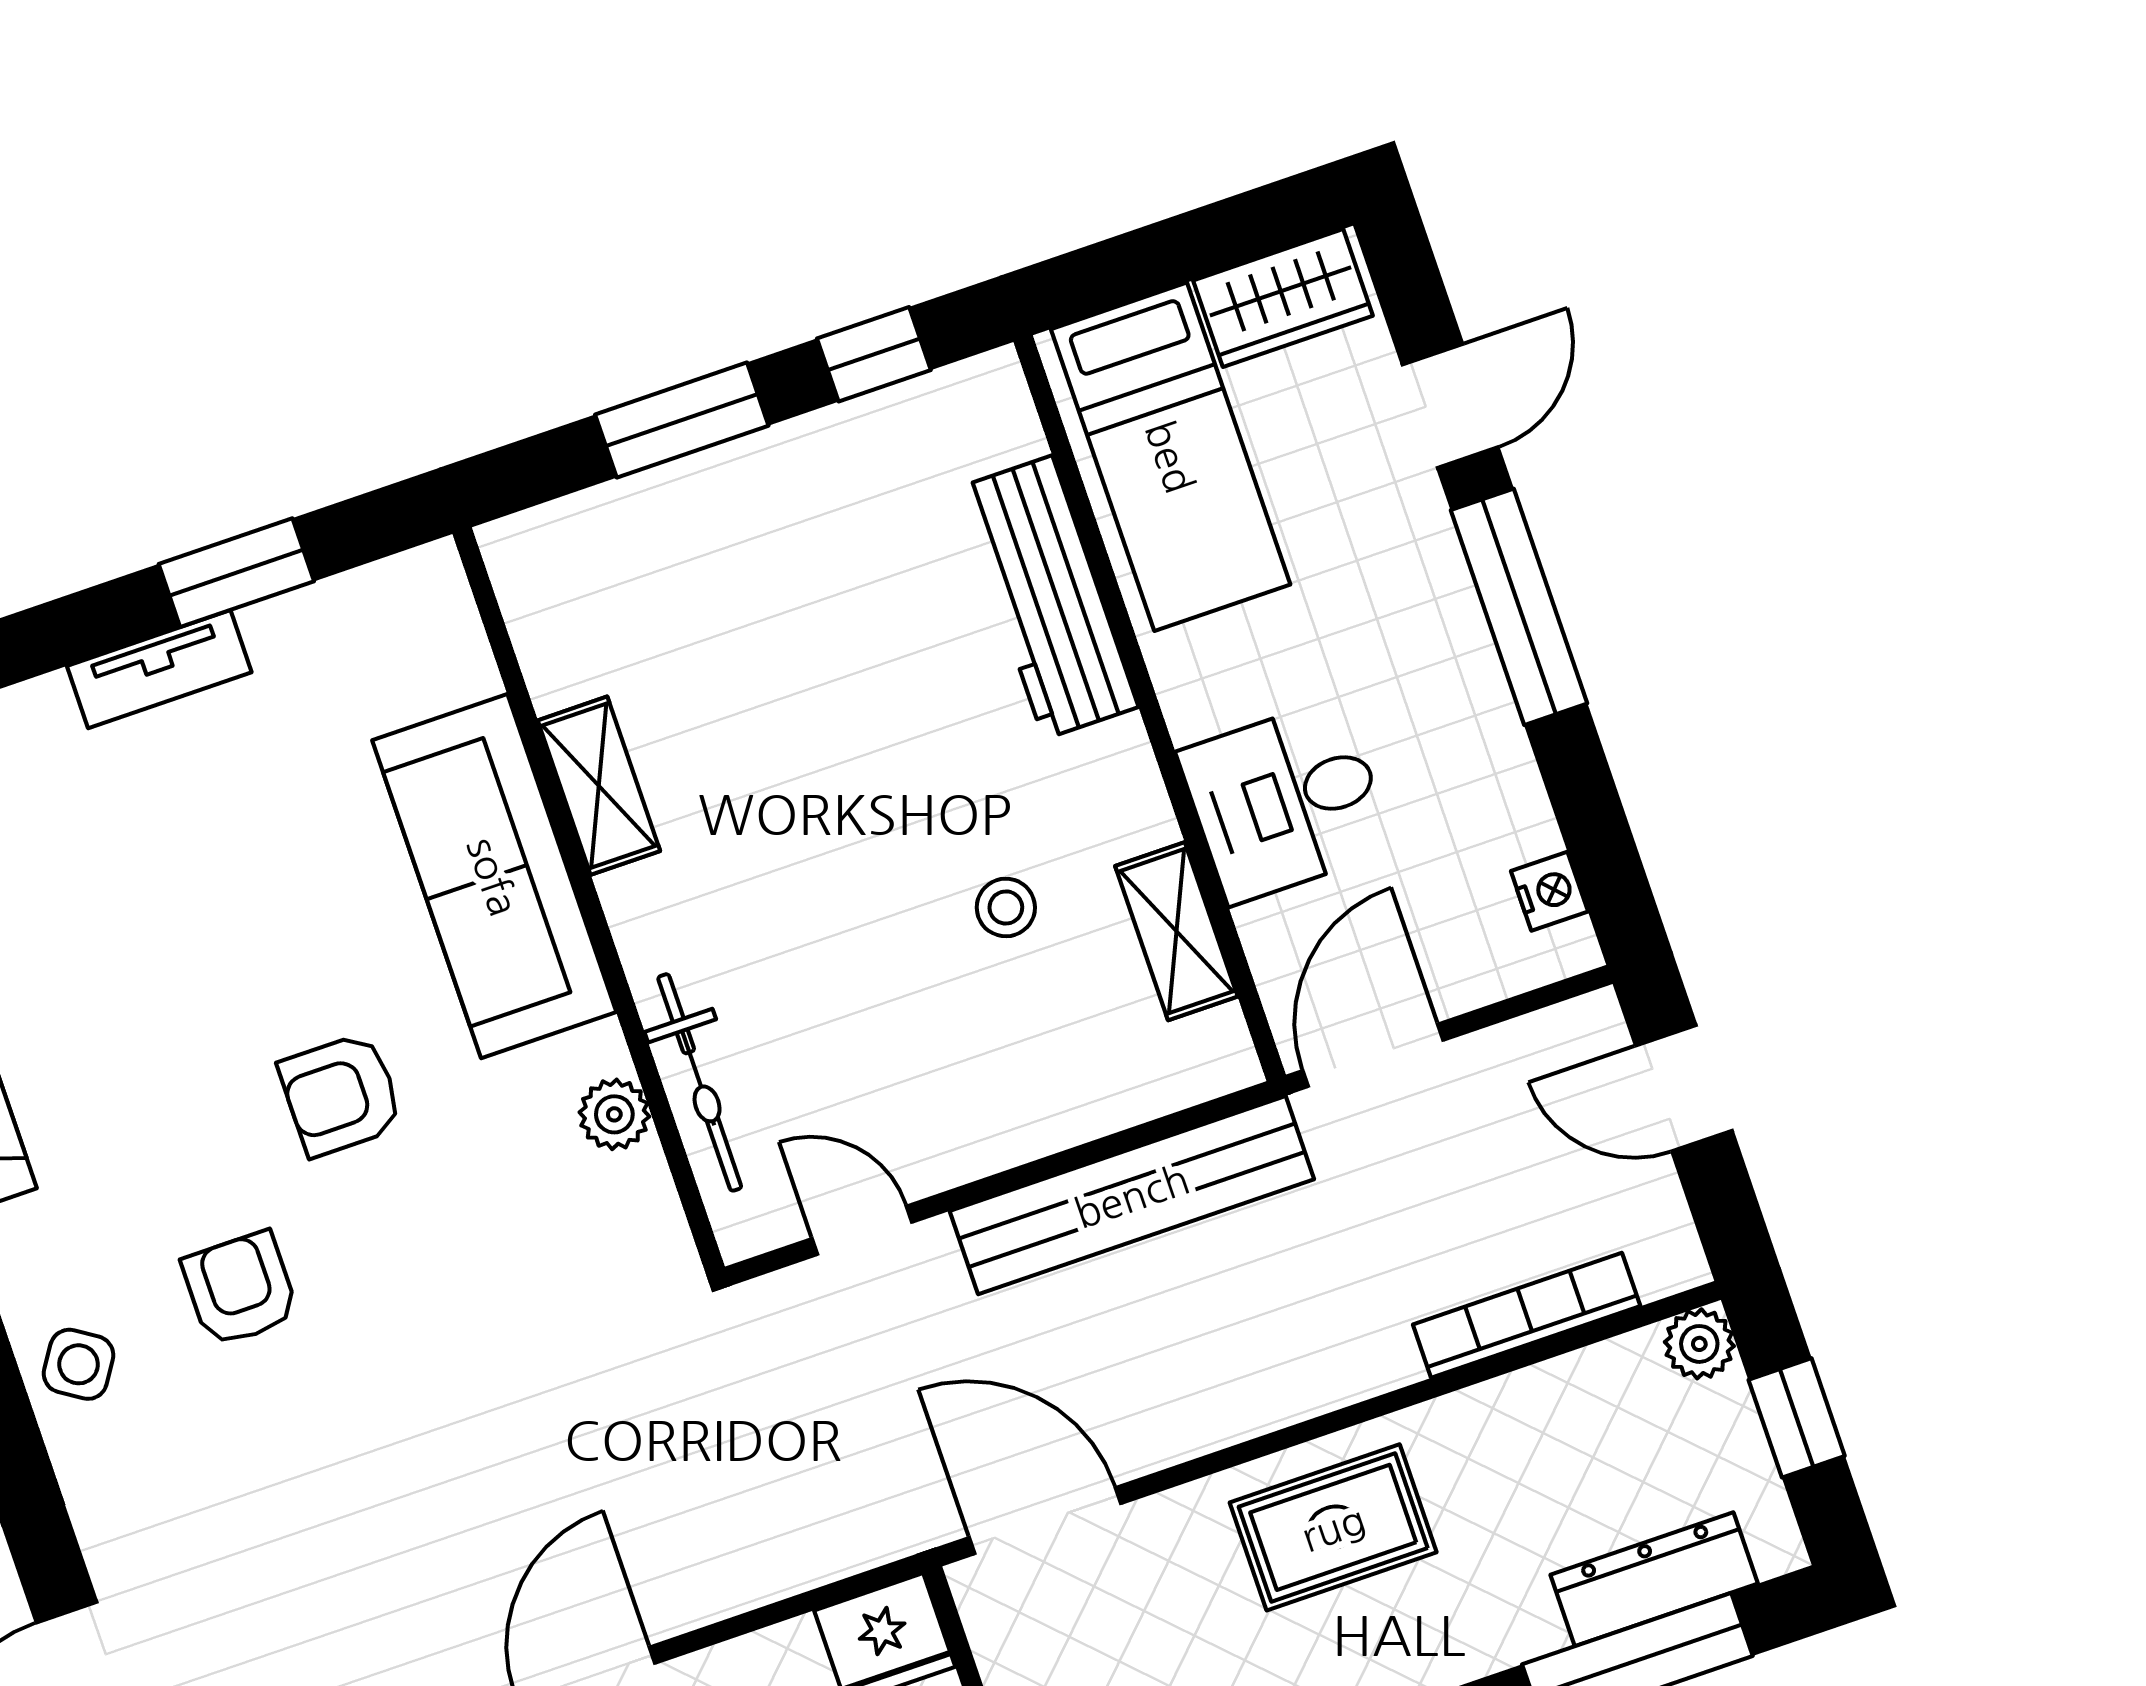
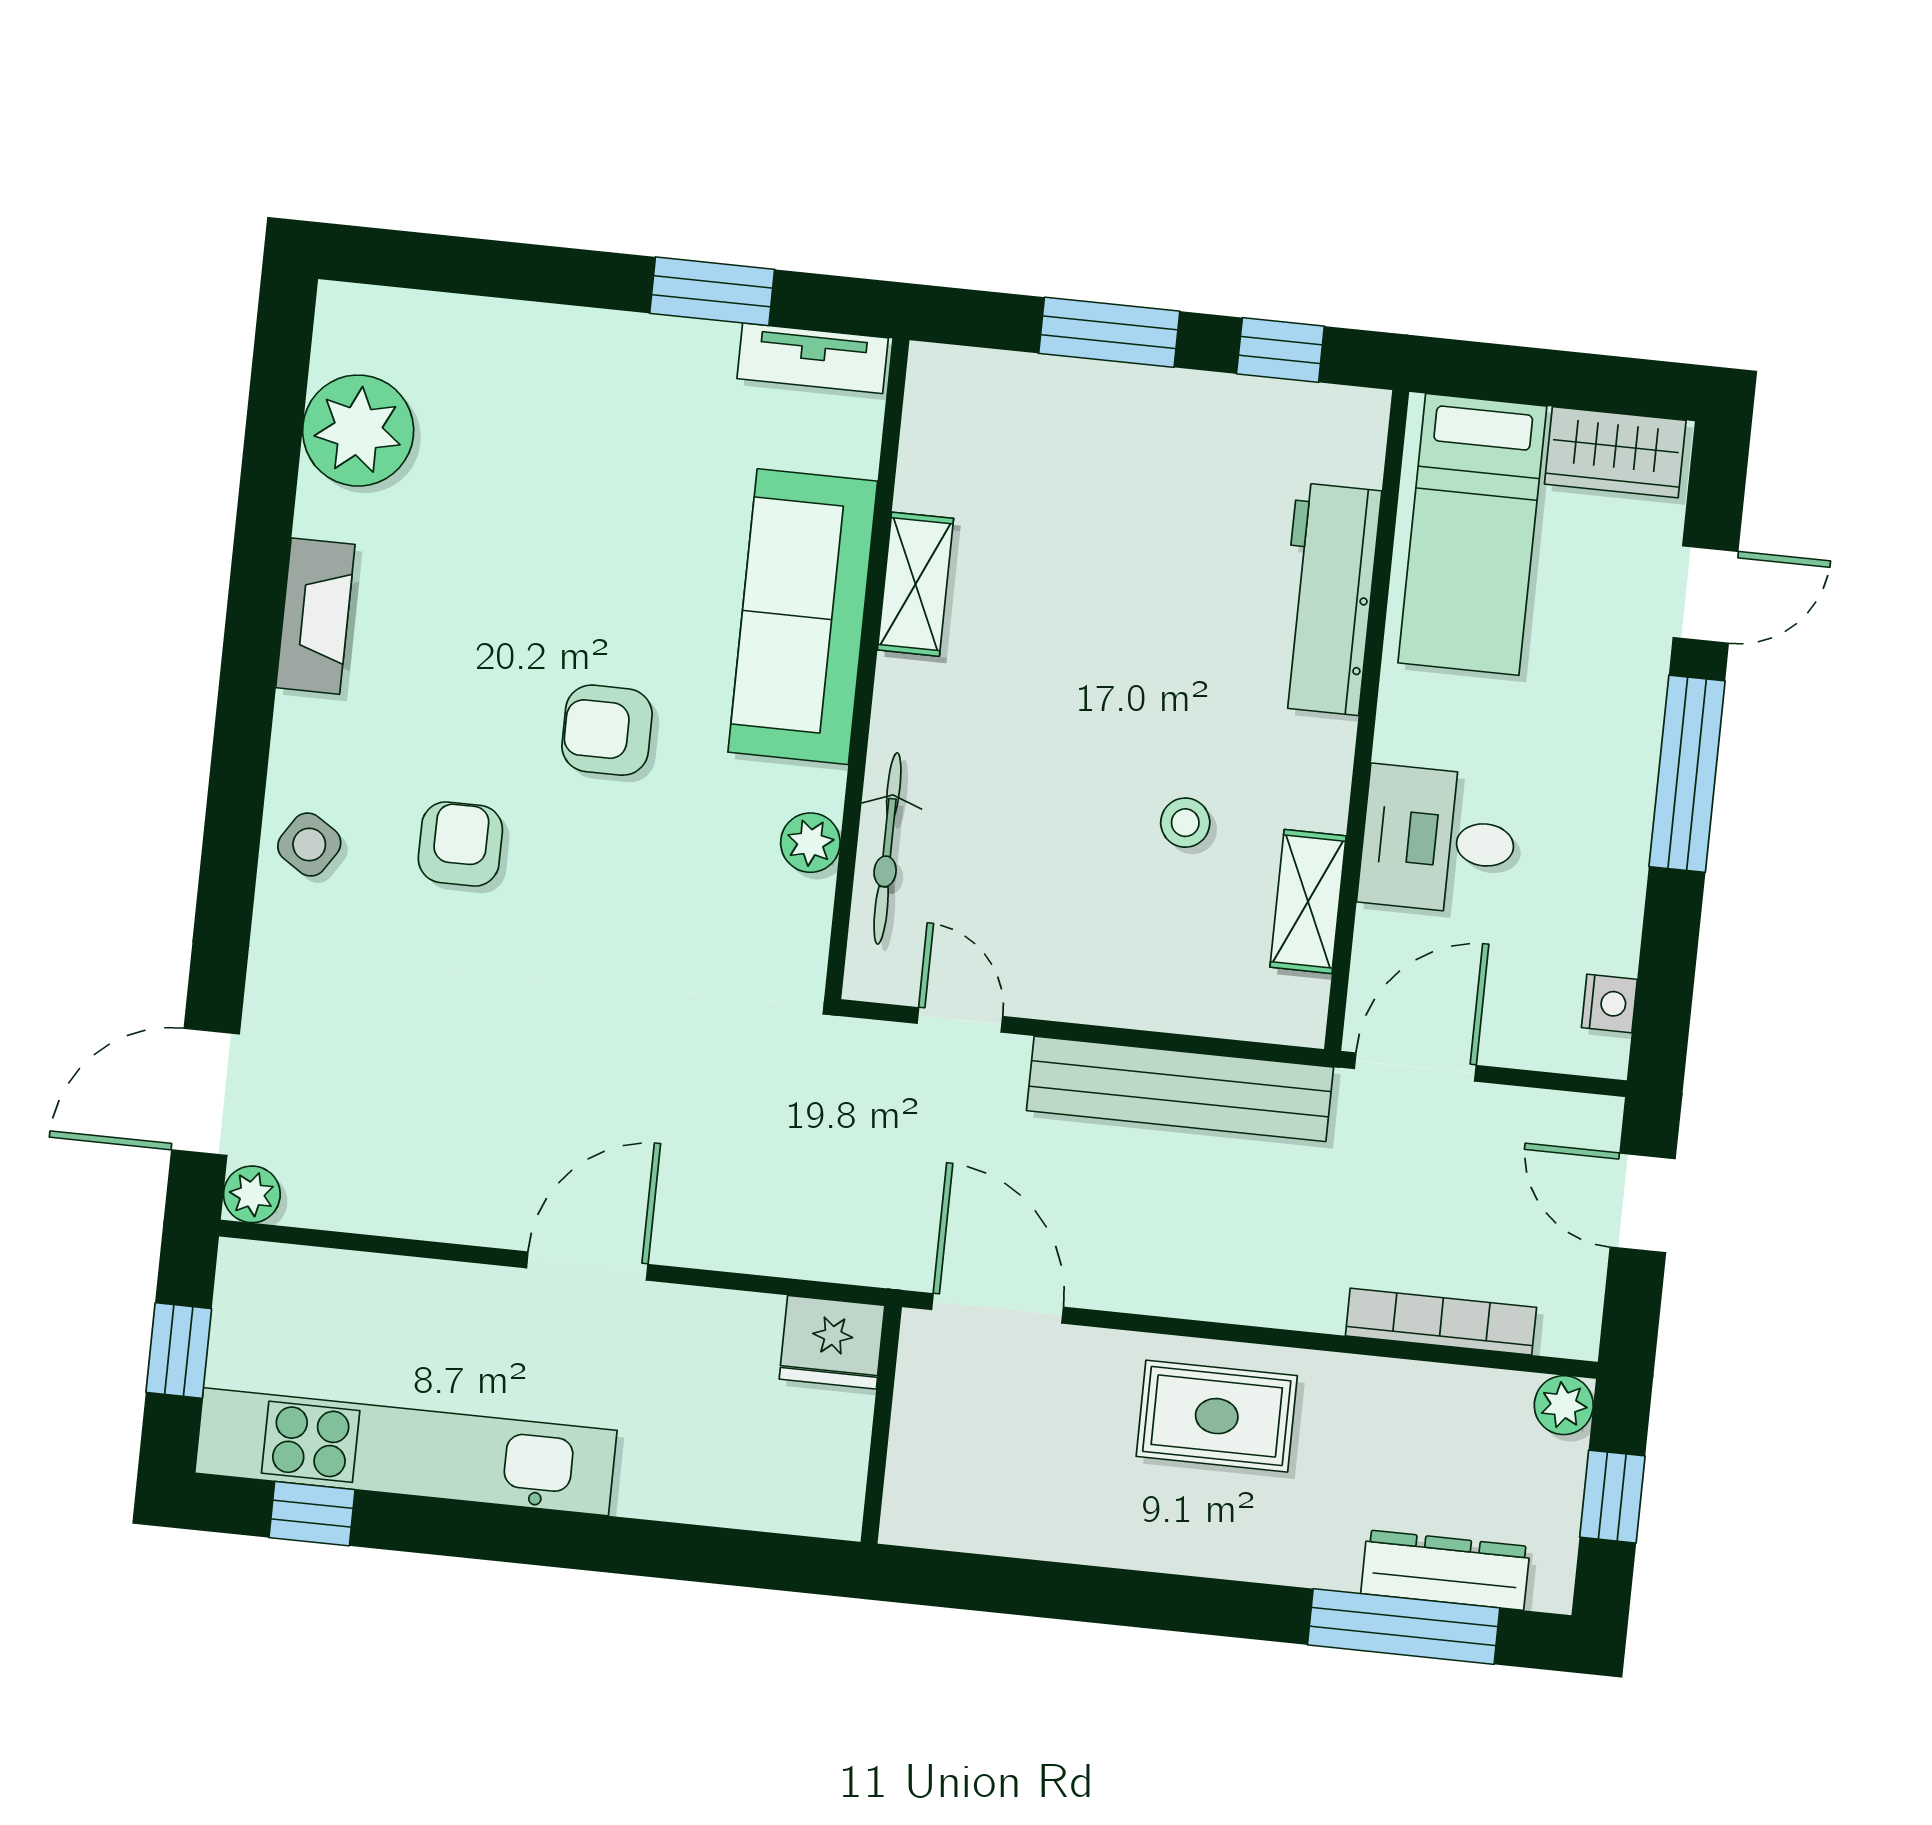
tv unit: (159, 669) -> (813, 358), moved

